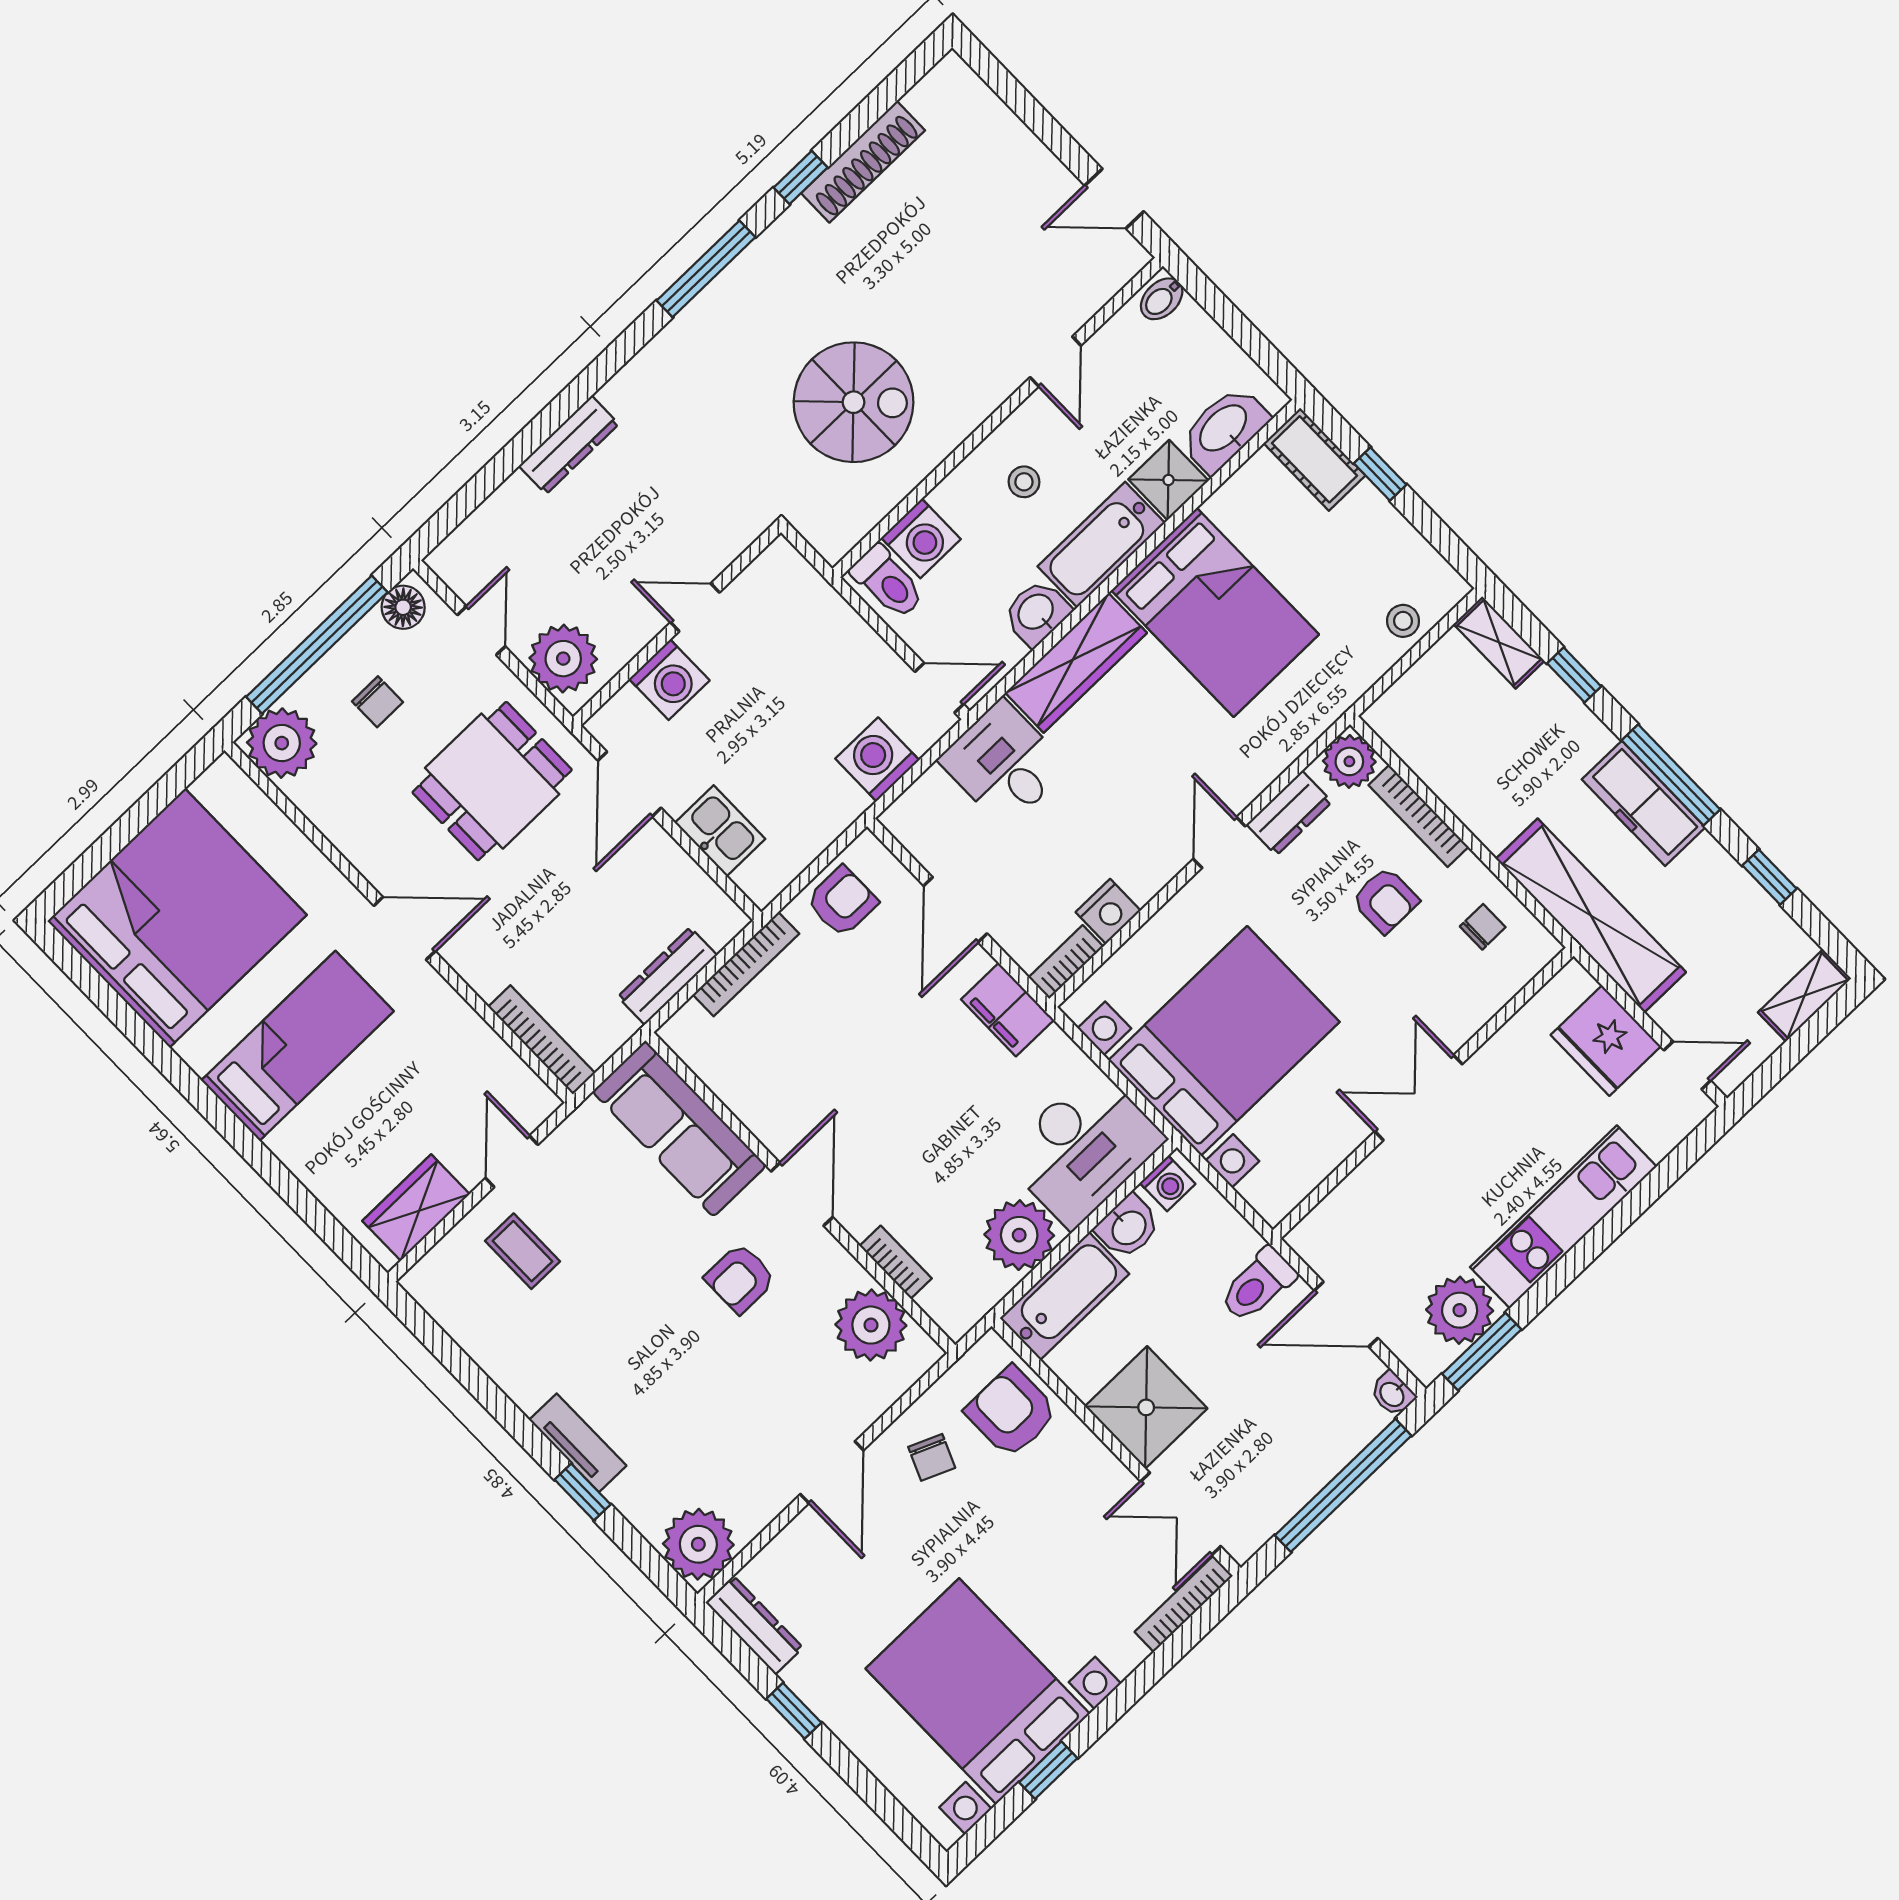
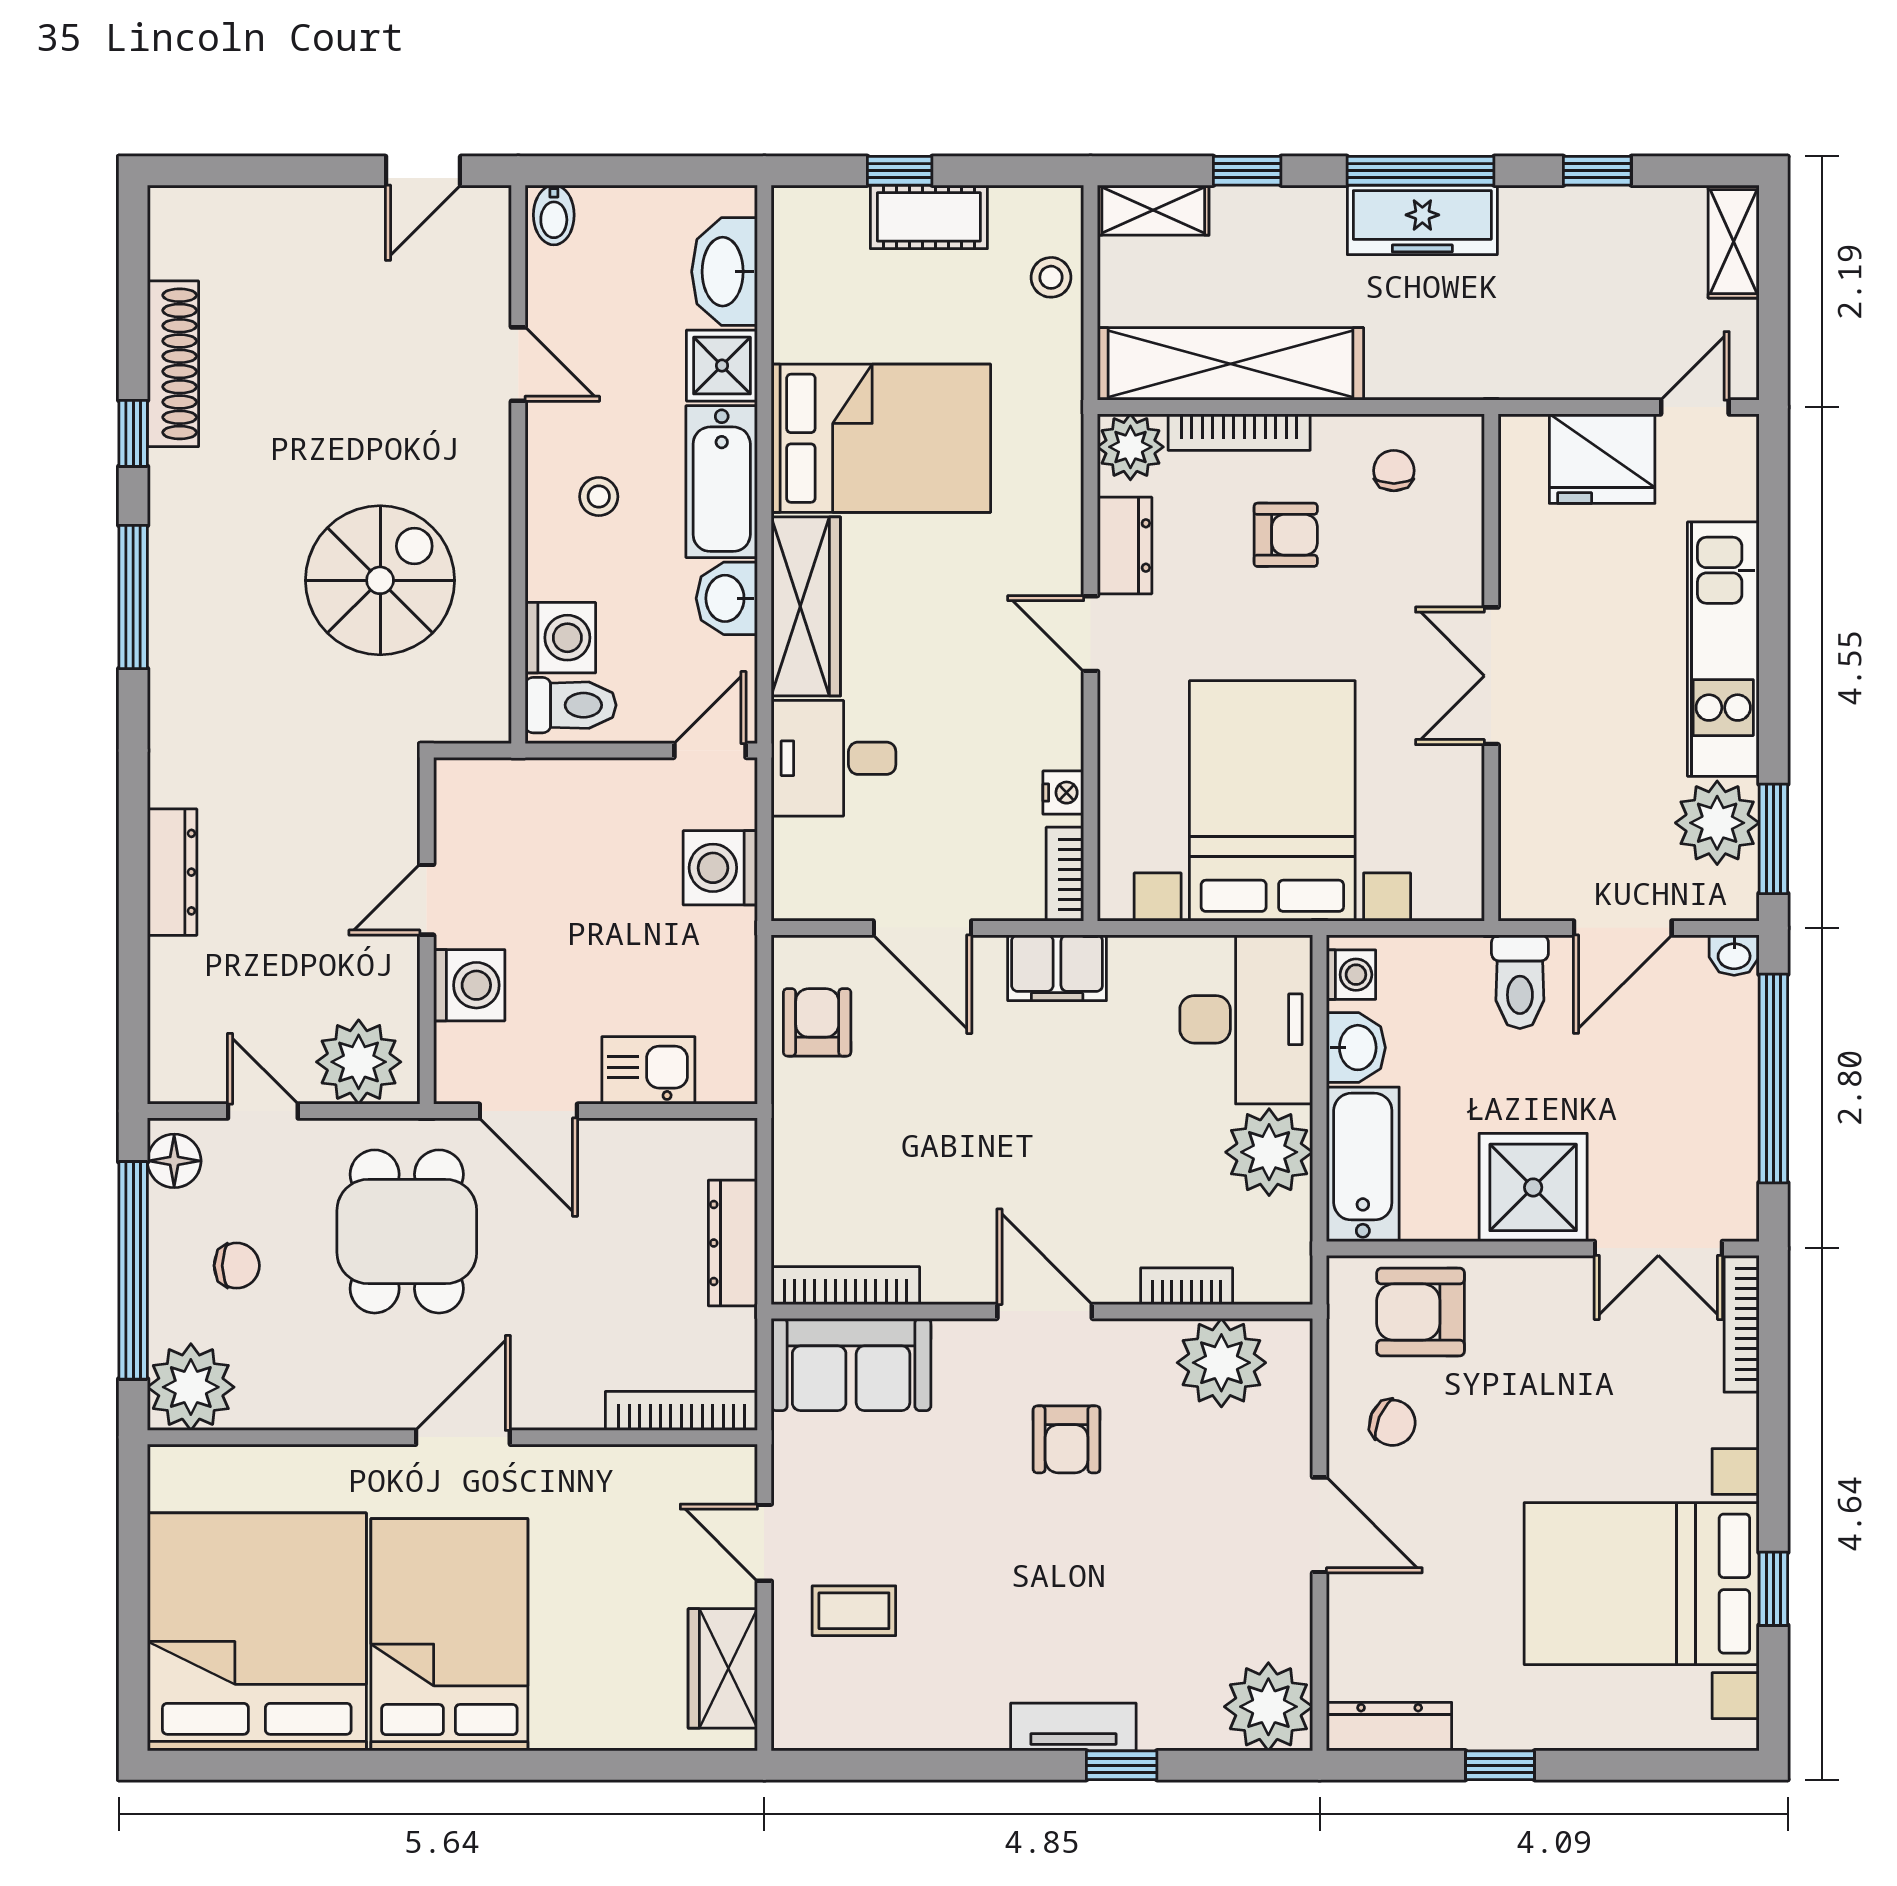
cot: (1315, 459) -> (929, 217), moved
nightstand: (1108, 911) -> (1063, 793), width x0.72, depth x0.74
shelving: (1591, 916) -> (1230, 364), moved
bookcase: (746, 964) -> (845, 1286), moved, turned -90
bed: (297, 1046) -> (449, 1635), width x1.50
sofa: (679, 1129) -> (851, 1364), width x0.73

